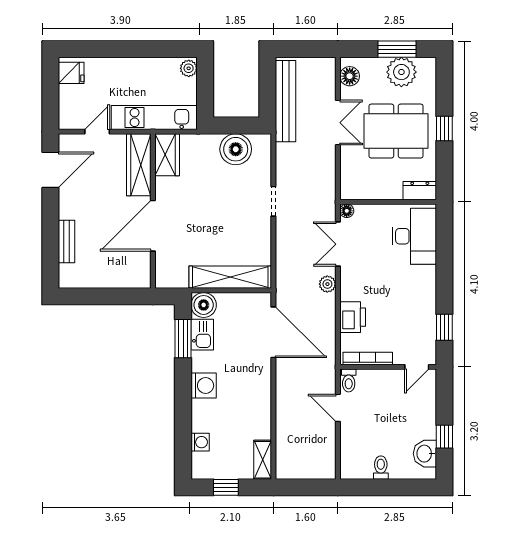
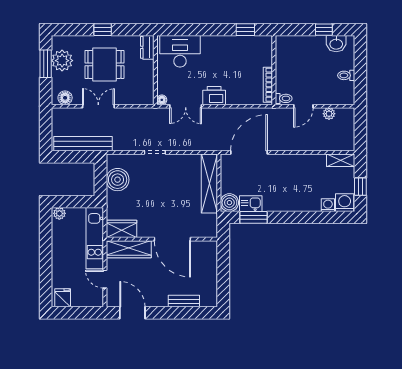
dining table: (396, 131) -> (104, 64), width x0.73
plant: (327, 284) -> (329, 114), moved
printer: (353, 317) -> (214, 96), moved
door: (417, 367) -> (274, 50), removed
washing machine: (204, 386) -> (345, 203), moved

